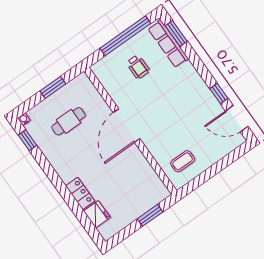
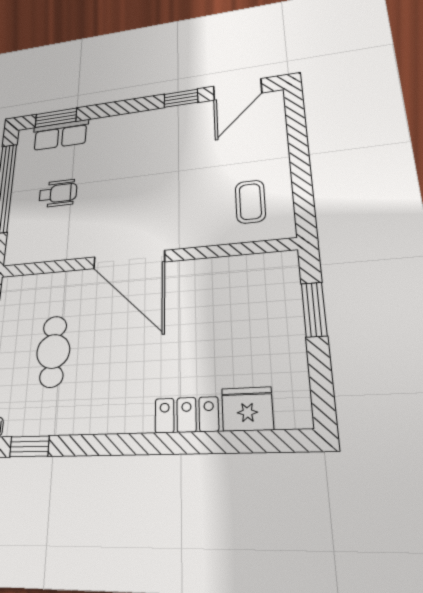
row of seats: (168, 44) -> (60, 135), width x0.68

